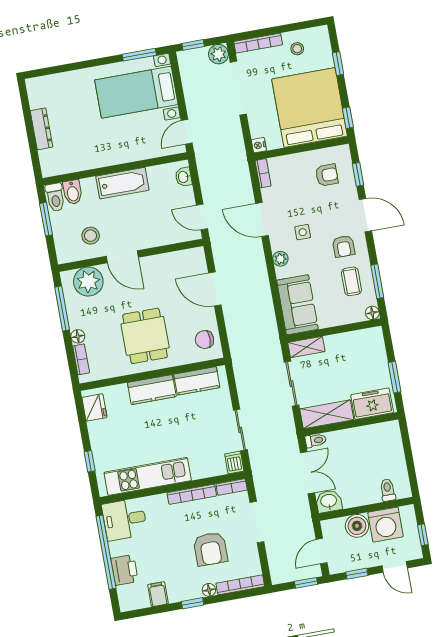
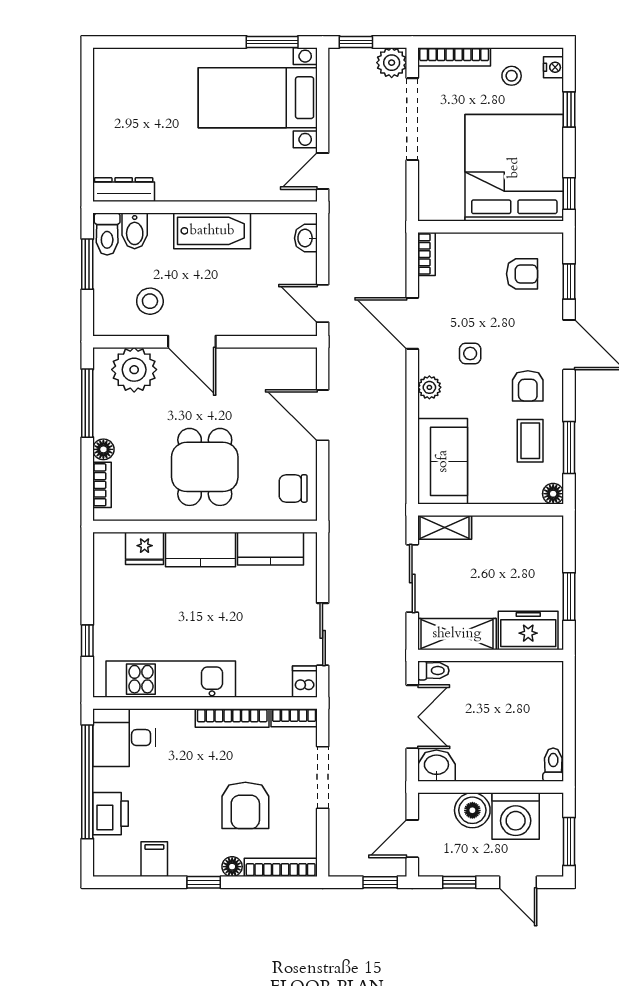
dresser: (41, 129) -> (124, 190), moved, turned -90
nightstand: (259, 145) -> (554, 67), moved, turned 180
fridge: (94, 407) -> (145, 548), moved, turned 90
toilet: (388, 490) -> (553, 765), moved
window: (423, 535) -> (569, 841), width x1.50

